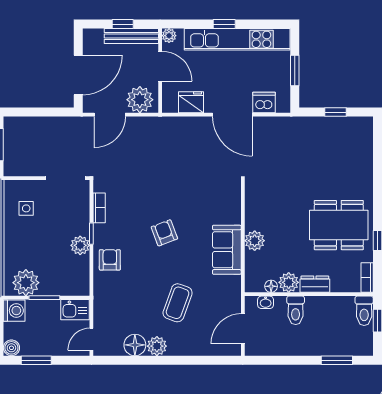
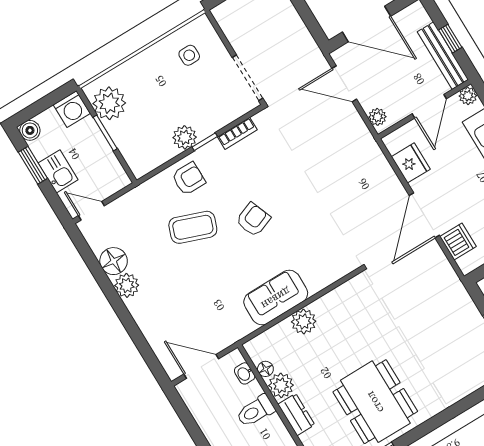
plant: (140, 100) -> (377, 117), width x0.53, depth x0.53
coffee table: (178, 303) -> (193, 227), moved
kitchen sink: (75, 310) -> (58, 171), moved, turned 180

